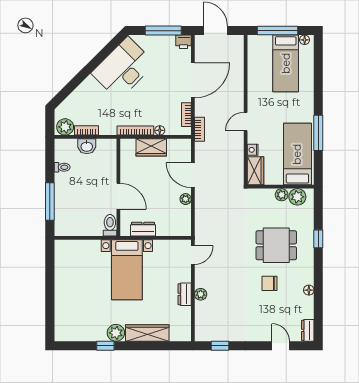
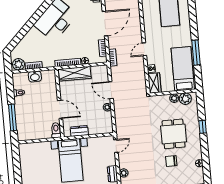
wardrobe: (151, 147) -> (75, 74), width x1.50
dining table: (276, 245) -> (174, 134), turned 90

